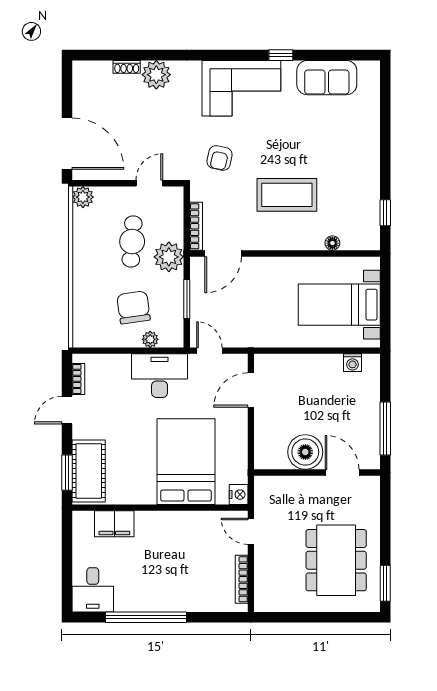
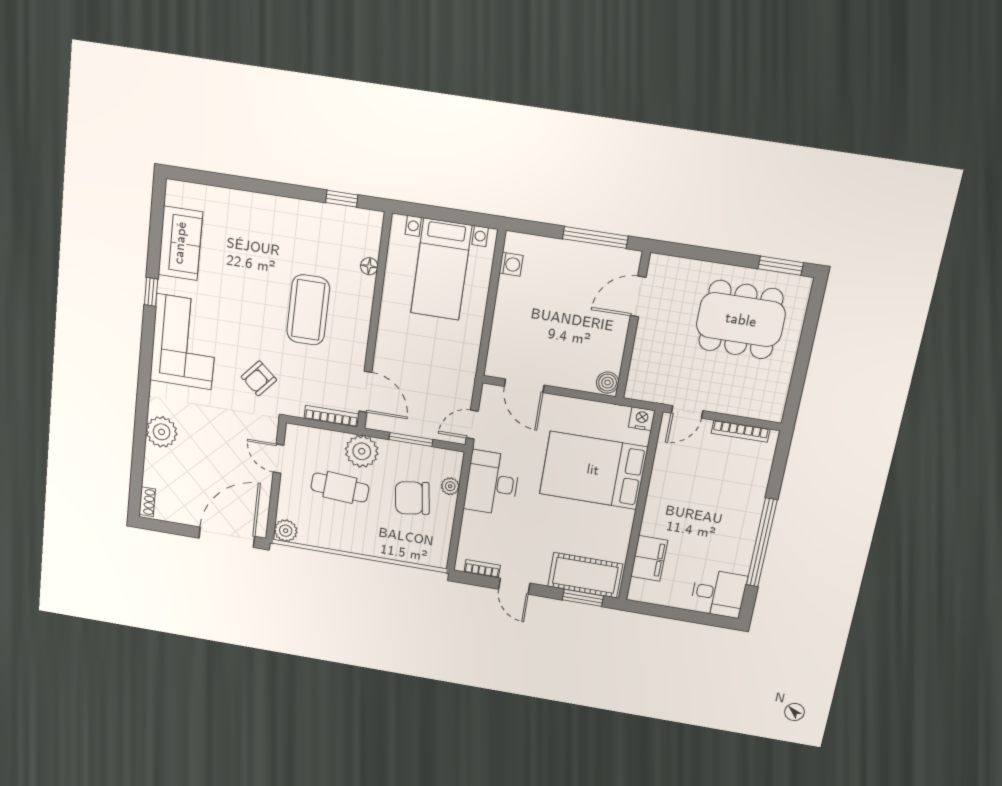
shoe rack: (127, 67) -> (147, 502), moved
armchair: (220, 158) -> (259, 378), turned 119
boiler: (305, 452) -> (608, 383), moved, width x0.54, depth x0.54

